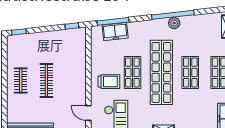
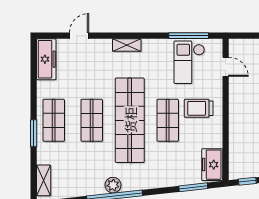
window: (113, 21) -> (193, 187), width x0.69
freezer: (115, 32) -> (212, 165), moved, turned -84

